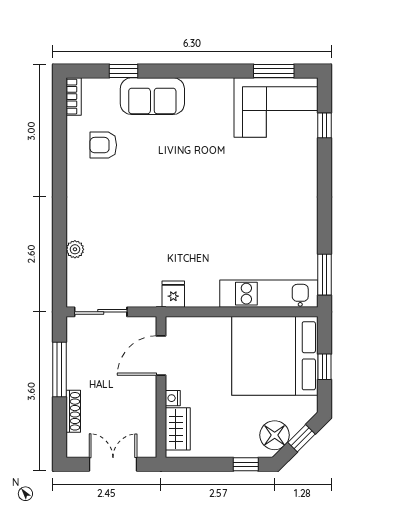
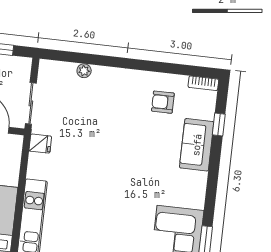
armchair: (103, 145) -> (163, 102), turned -90
sliding door: (101, 312) -> (31, 103), moved

